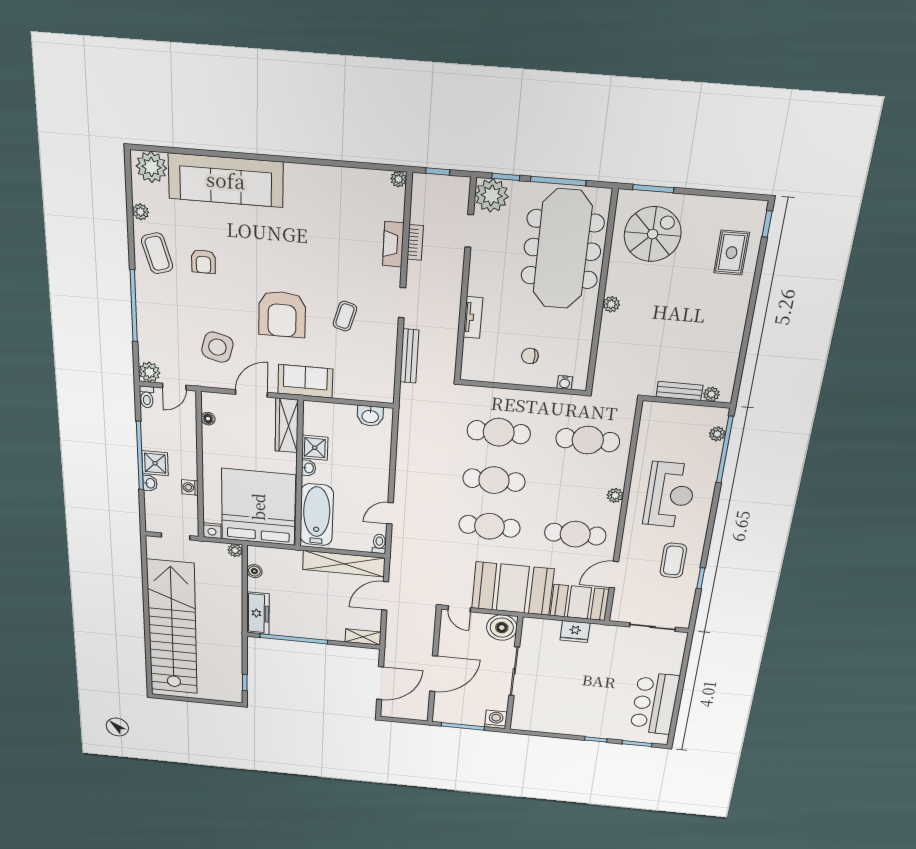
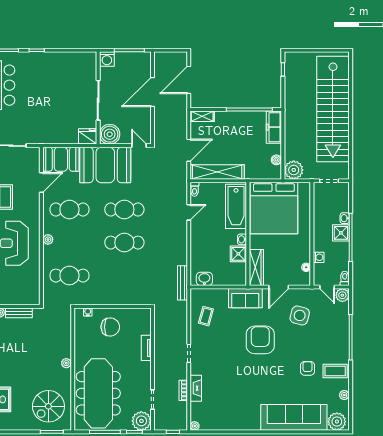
coffee table: (157, 253) -> (335, 371), turned -73
coffee table: (345, 316) -> (206, 316), moved
bench: (409, 356) -> (182, 283), moved
chair: (530, 356) -> (110, 327), width x1.87, depth x1.87
door: (174, 387) -> (327, 287), swing flipped
cafe table: (499, 432) -> (124, 276), removed
washing machine: (190, 487) -> (319, 257), moved
nightstand: (212, 531) -> (305, 188), removed
plant: (235, 550) -> (294, 170), width x1.87, depth x1.87
fridge: (575, 632) -> (88, 136), moved

